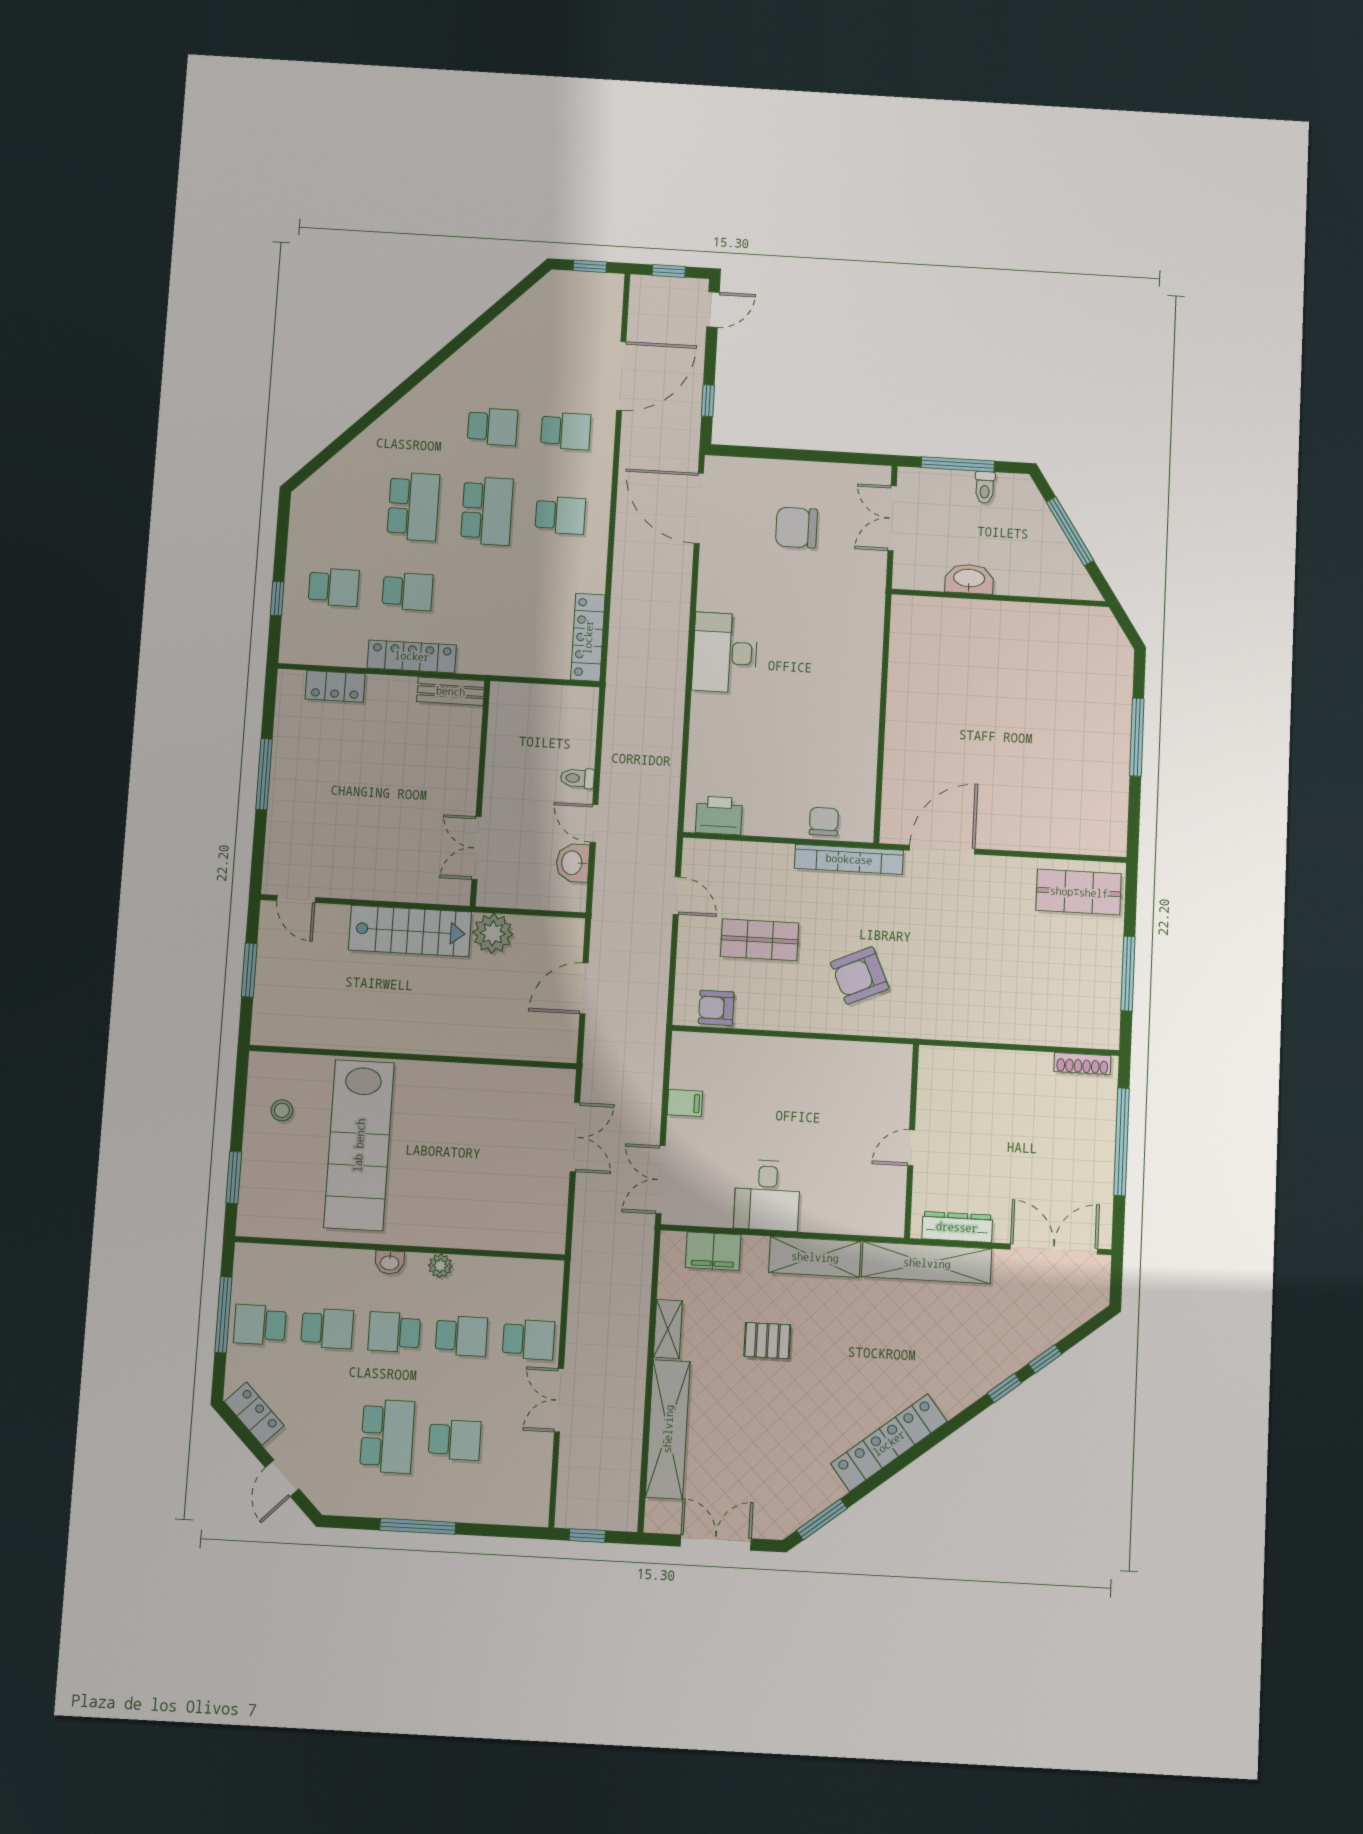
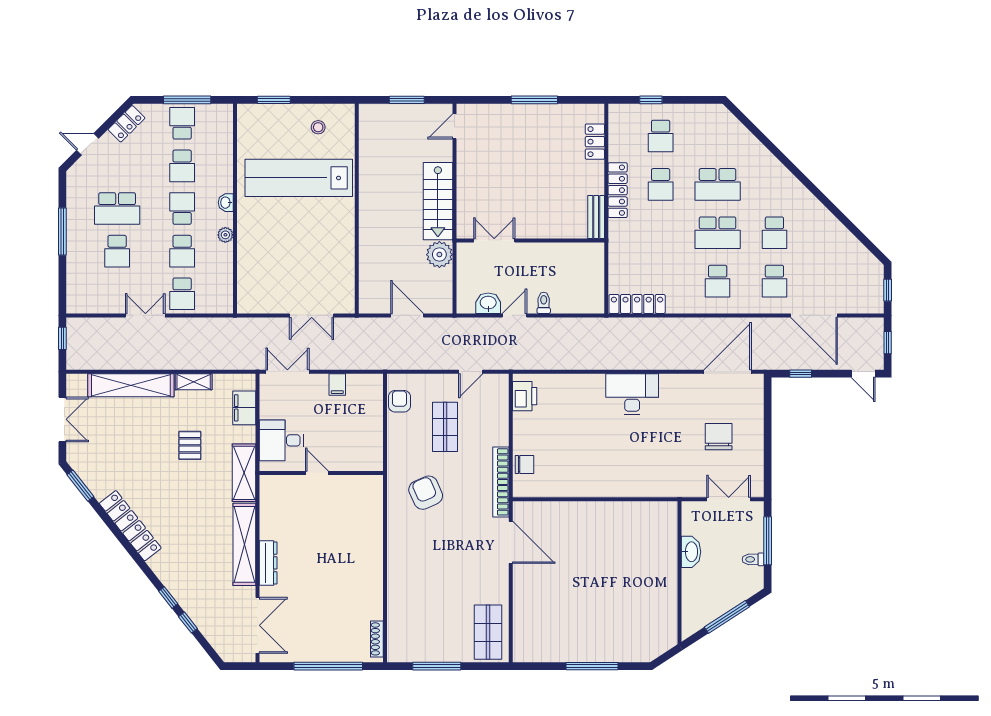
wall: (911, 1141) -> (321, 473), moved
door: (911, 1148) -> (317, 473), moved

